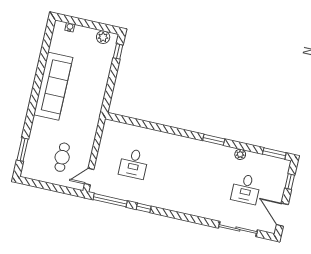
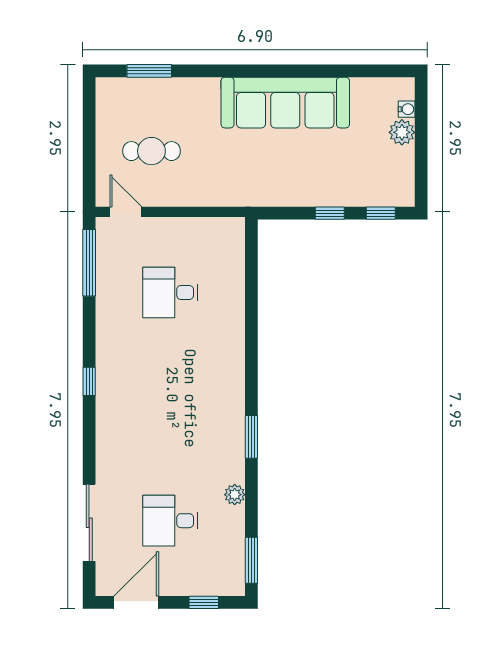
plant: (103, 37) -> (402, 132), moved
window: (112, 76) -> (330, 213), added
window: (144, 208) -> (89, 381), moved

